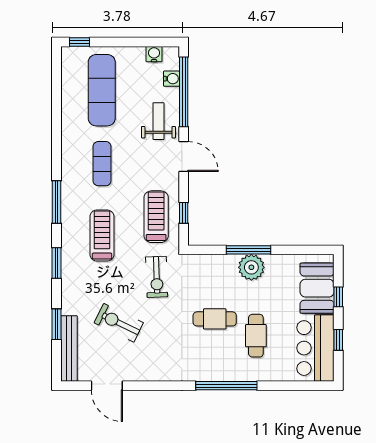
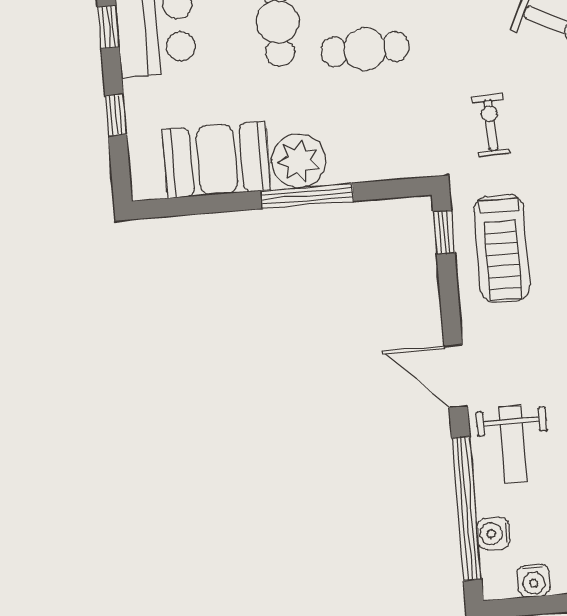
window: (184, 213) -> (444, 232), moved
exercise bike: (157, 277) -> (491, 125), width x0.73, depth x0.72
booth: (317, 288) -> (217, 160), moved, turned 90

